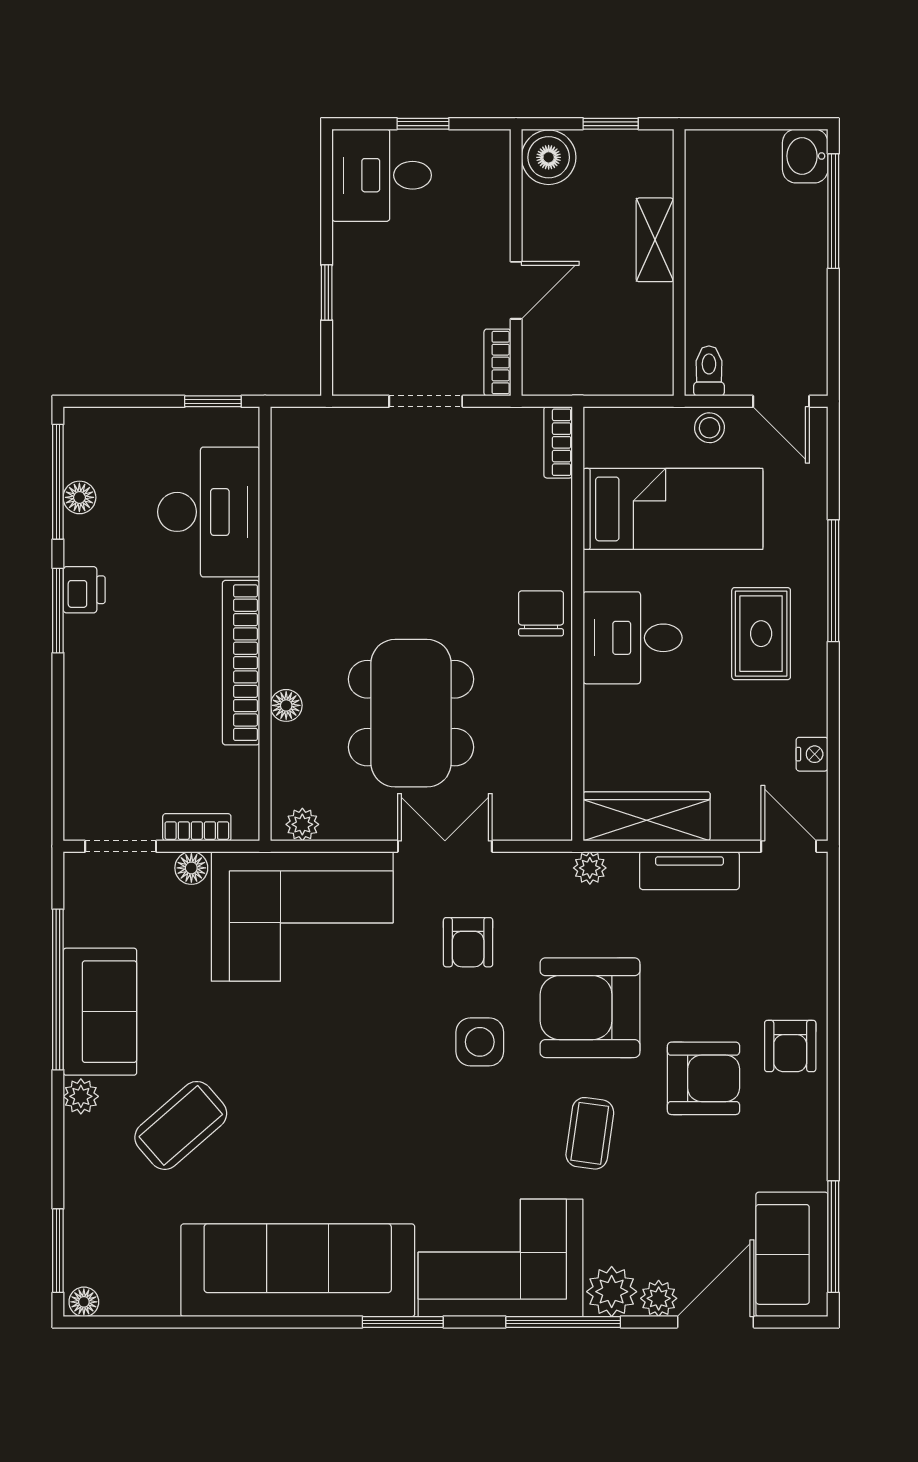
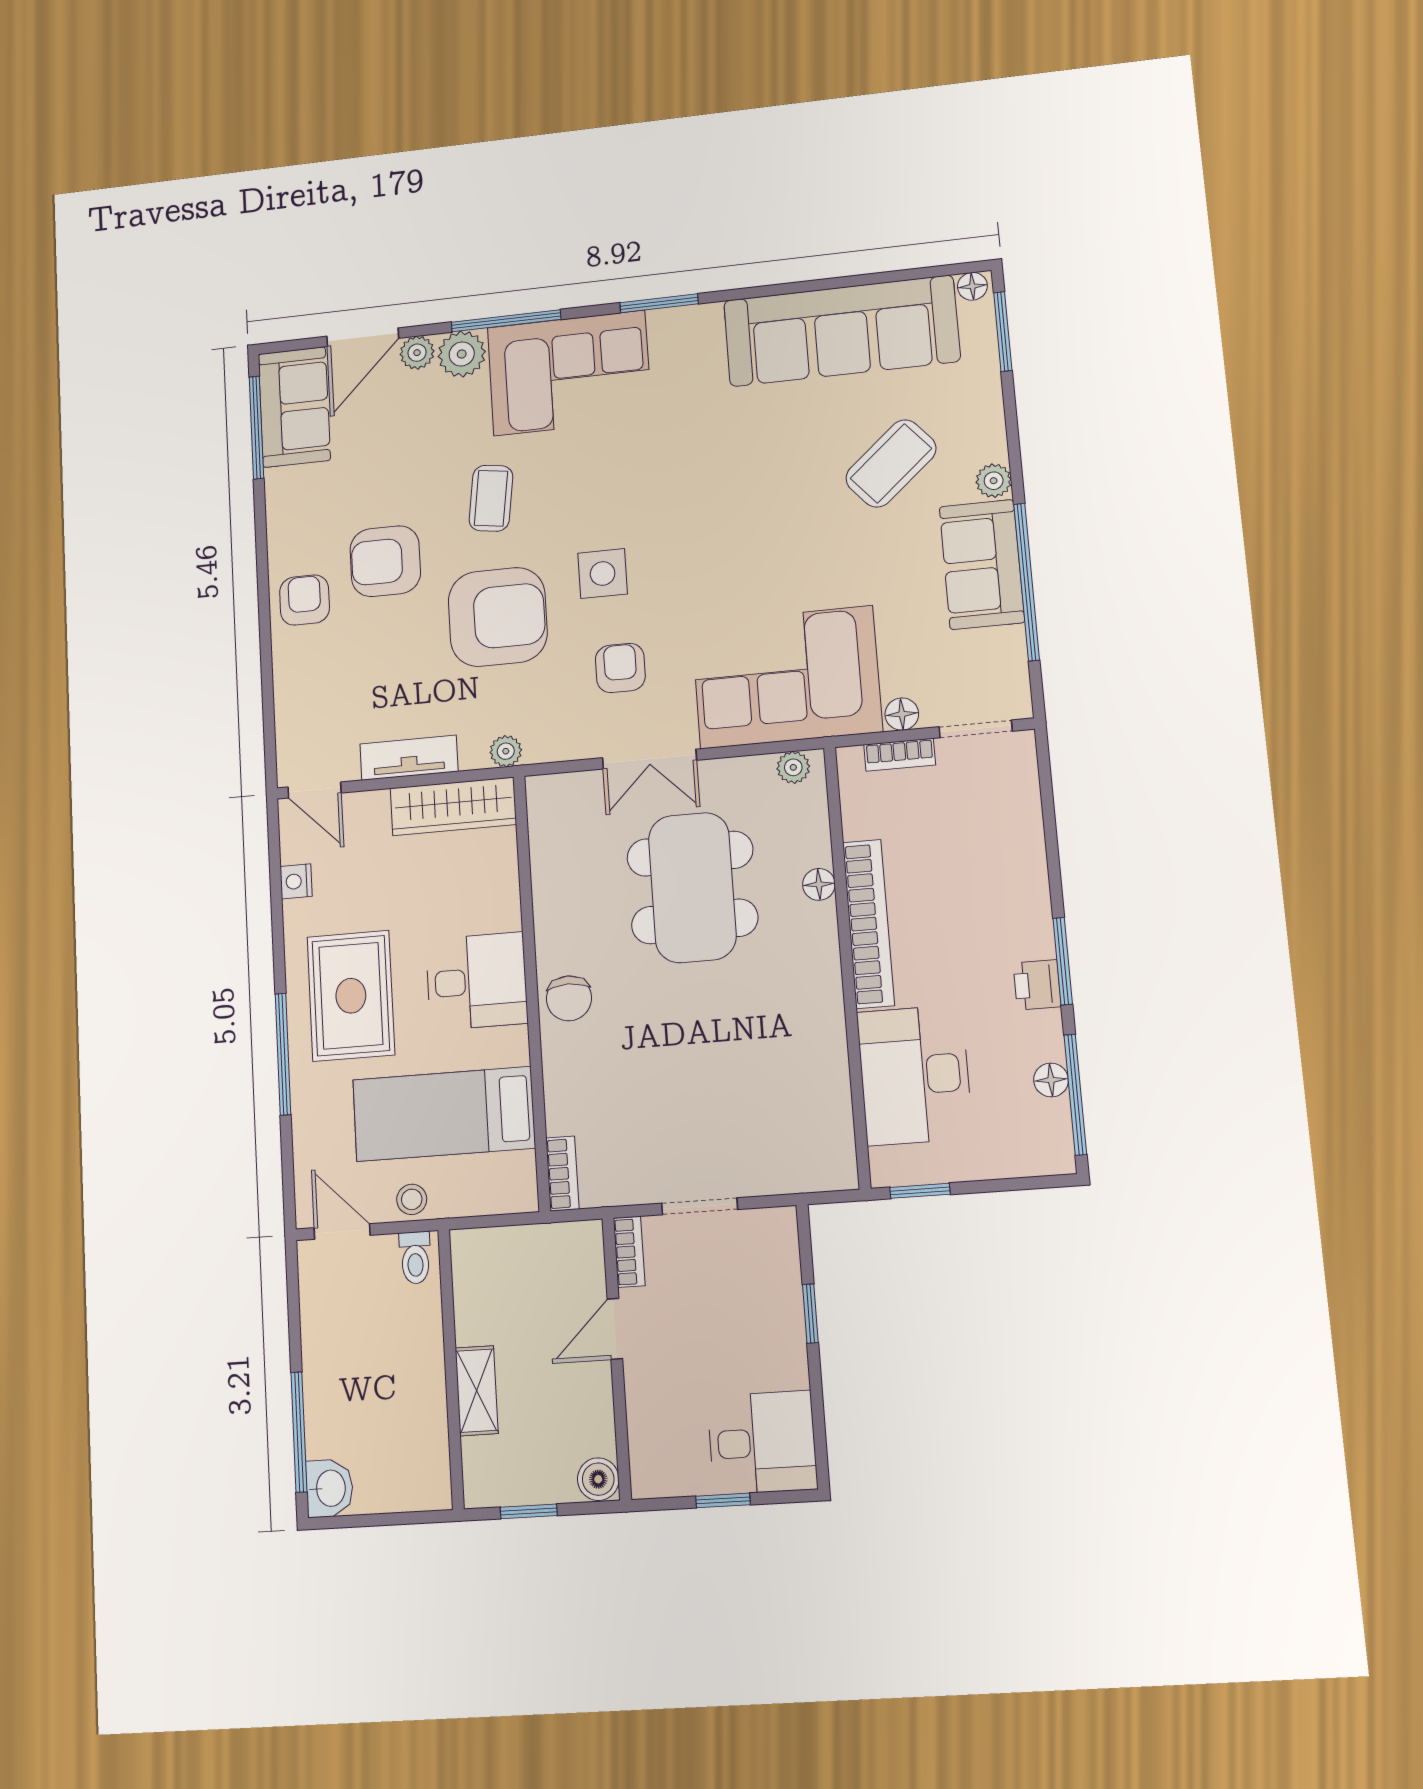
boiler: (549, 157) -> (598, 1479), width x0.73, depth x0.73
rug: (761, 634) -> (351, 996), width x1.36, depth x1.43
sofa: (298, 1270) -> (841, 331), moved

